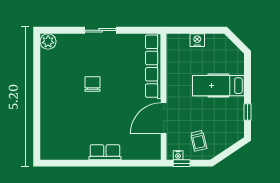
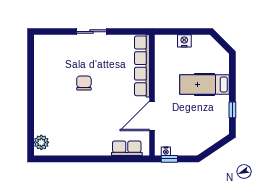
plant: (48, 42) -> (41, 142), moved
trolley: (199, 141) -> (186, 137), removed
row of seats: (105, 152) -> (127, 148), moved

